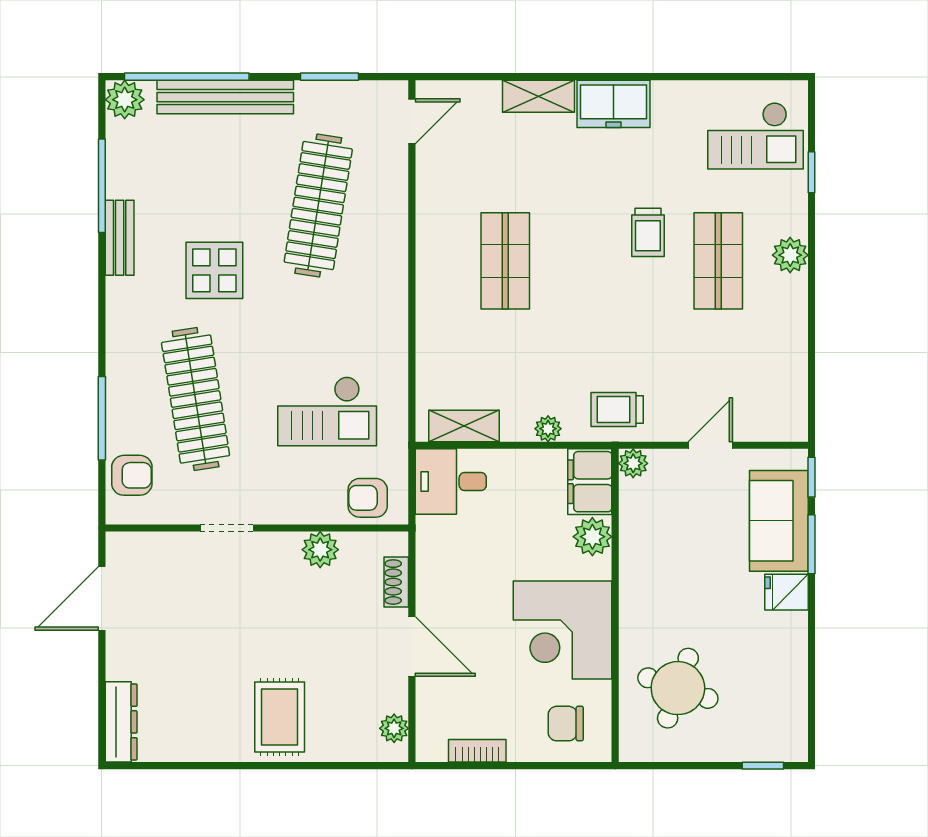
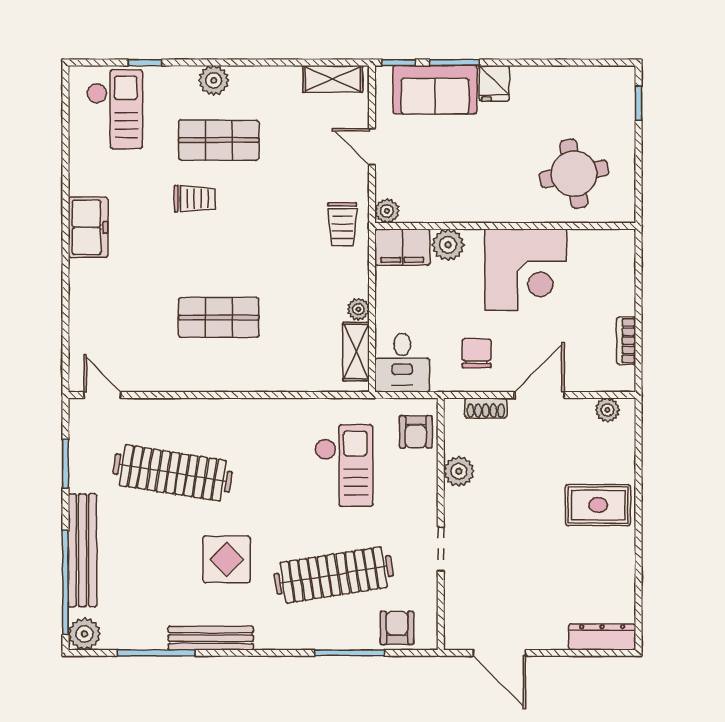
shelving: (538, 96) -> (333, 79), moved, turned 90
bench: (120, 238) -> (211, 638), width x1.36
plant: (548, 429) -> (358, 309), moved
round table: (678, 688) -> (574, 174), turned -30
chair: (566, 724) -> (476, 353), moved, turned 180

